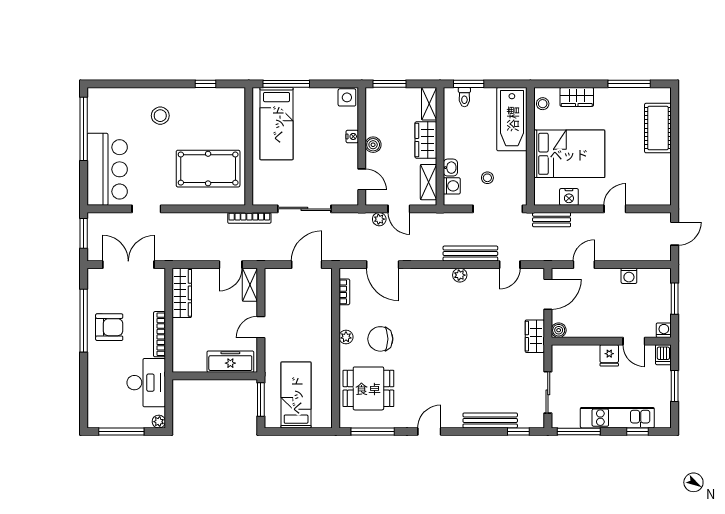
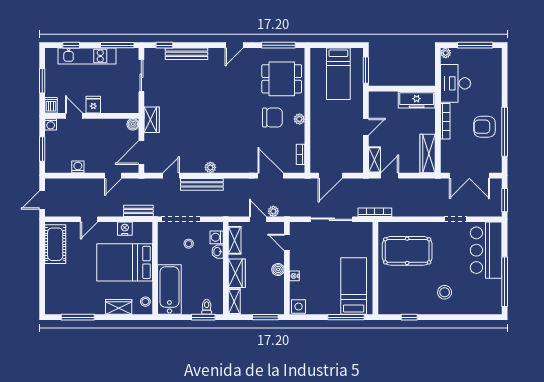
cot: (658, 128) -> (55, 244), moved
freezer: (230, 362) -> (417, 100), moved

